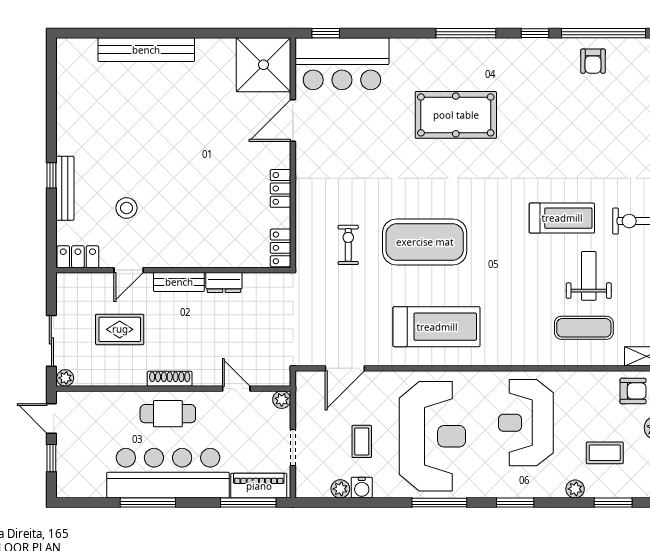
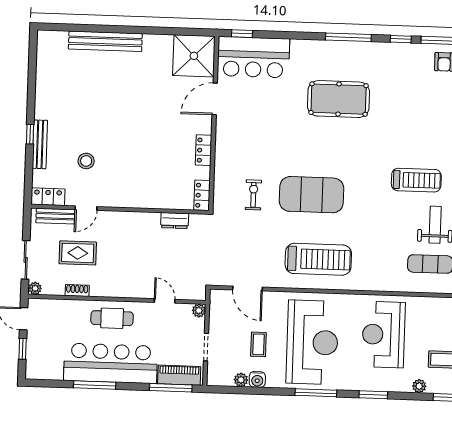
bench: (179, 282) -> (55, 216), moved
dresser: (224, 282) -> (175, 221), moved
door: (345, 368) -> (248, 289), hinge flipped
shoe rack: (170, 379) -> (77, 290), moved, width x0.70

